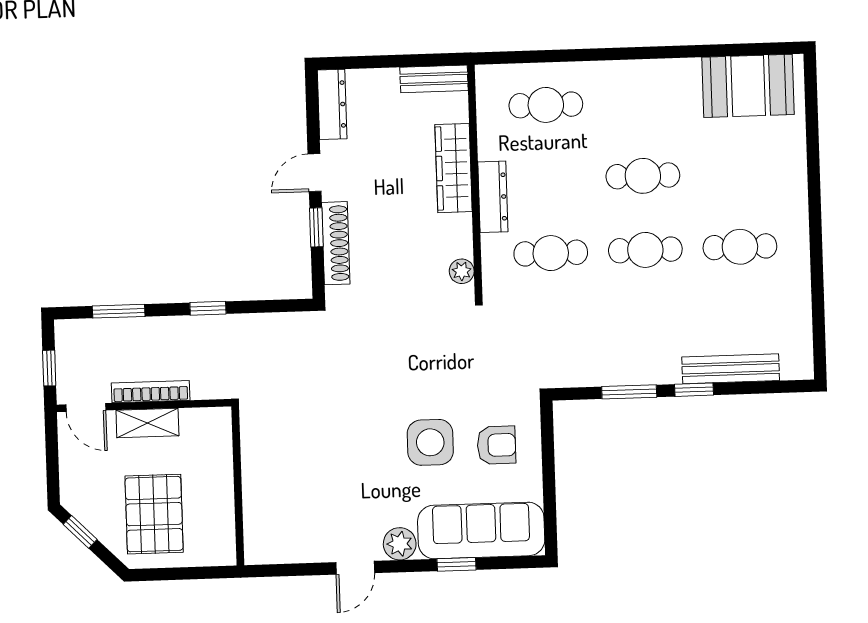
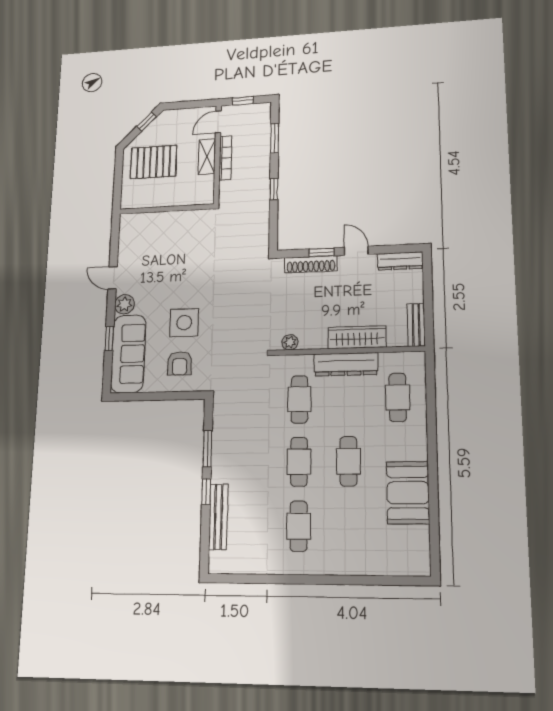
booth: (748, 86) -> (408, 493), moved
dresser: (493, 197) -> (346, 364), width x1.37, depth x1.24

